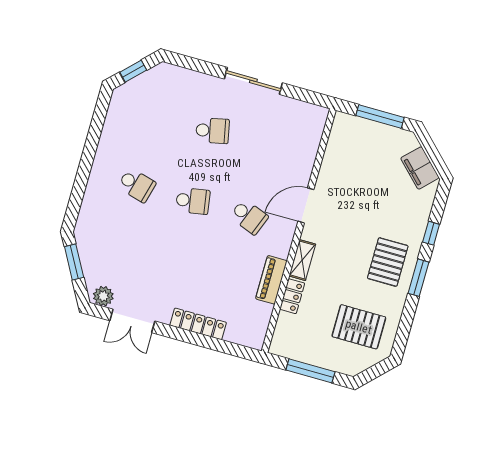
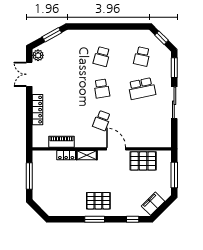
window: (192, 64) -> (174, 68), added
school desk: (156, 115) -> (142, 56), added
school desk: (213, 131) -> (142, 88), width x1.85
window: (431, 233) -> (133, 219), moved
piano: (271, 280) -> (62, 142), moved
pallet: (359, 327) -> (143, 161), moved, turned 90

